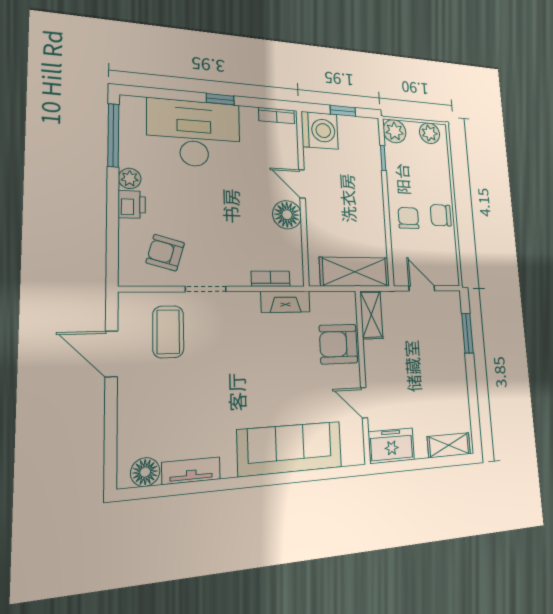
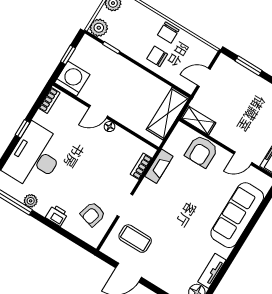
plant: (130, 178) -> (31, 201), moved
floor lamp: (287, 215) -> (109, 127), width x0.53, depth x0.53

